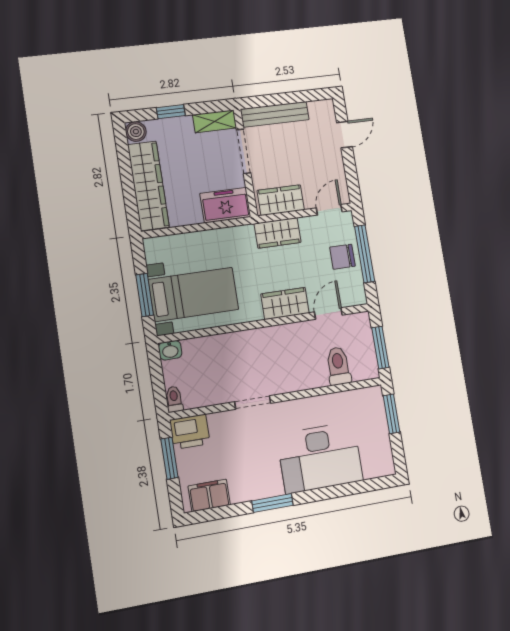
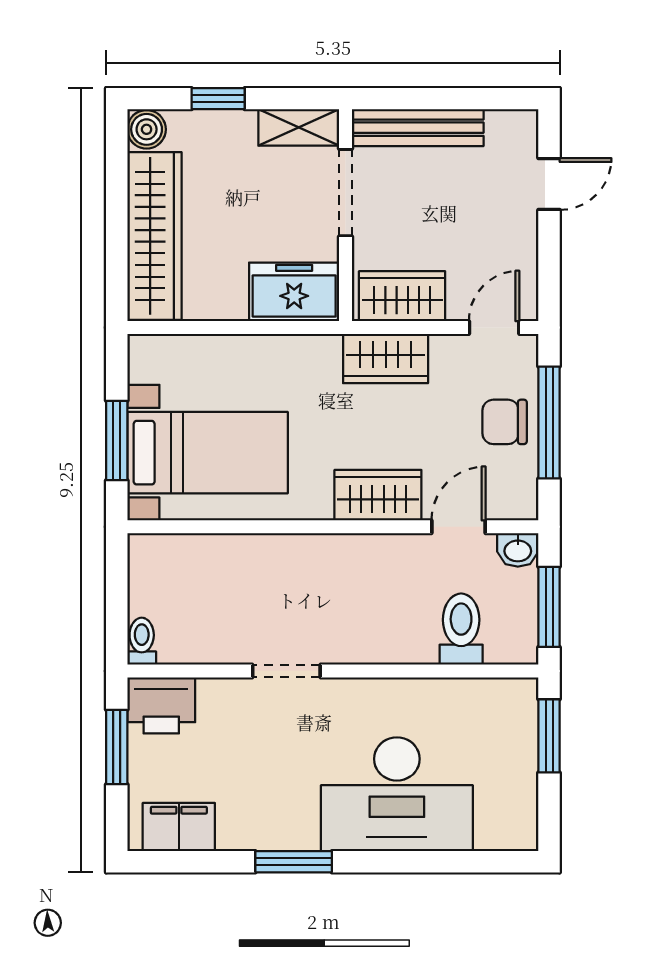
washbasin: (170, 350) -> (518, 550), moved

